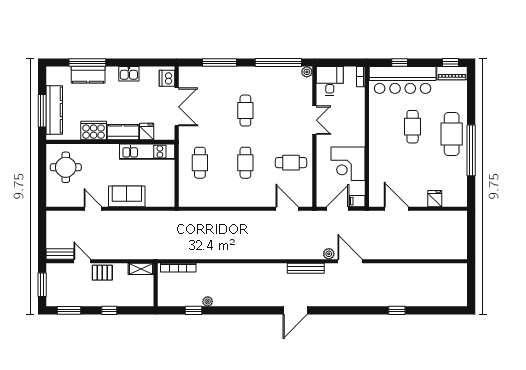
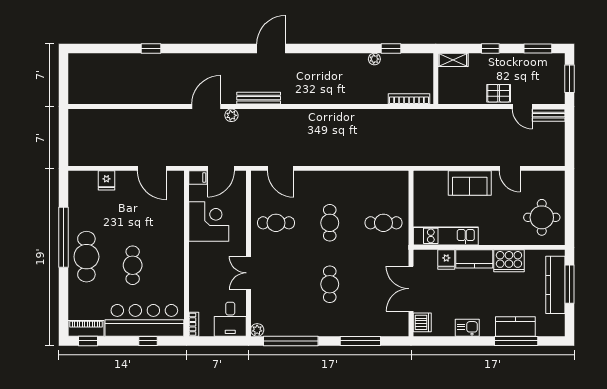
cafe table: (200, 163) -> (383, 223), turned 90
door: (350, 261) -> (206, 107), swing flipped
shelving: (141, 269) -> (453, 60), moved

